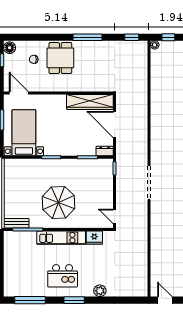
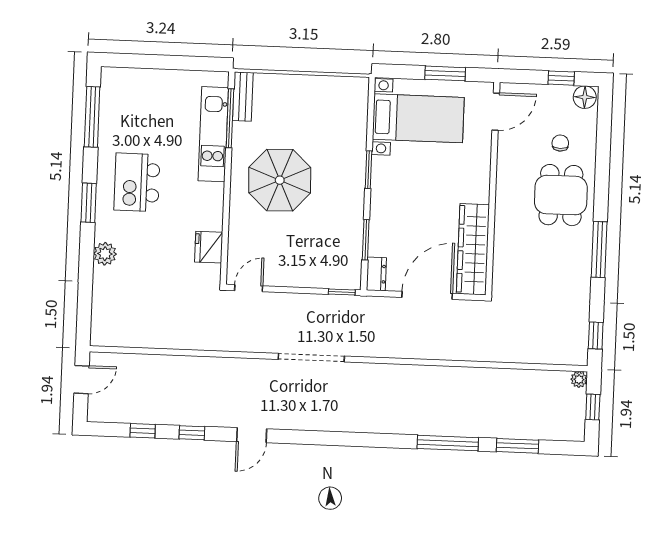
dining table: (60, 58) -> (561, 195), turned 90
kitchen unit: (61, 238) -> (213, 134), moved

